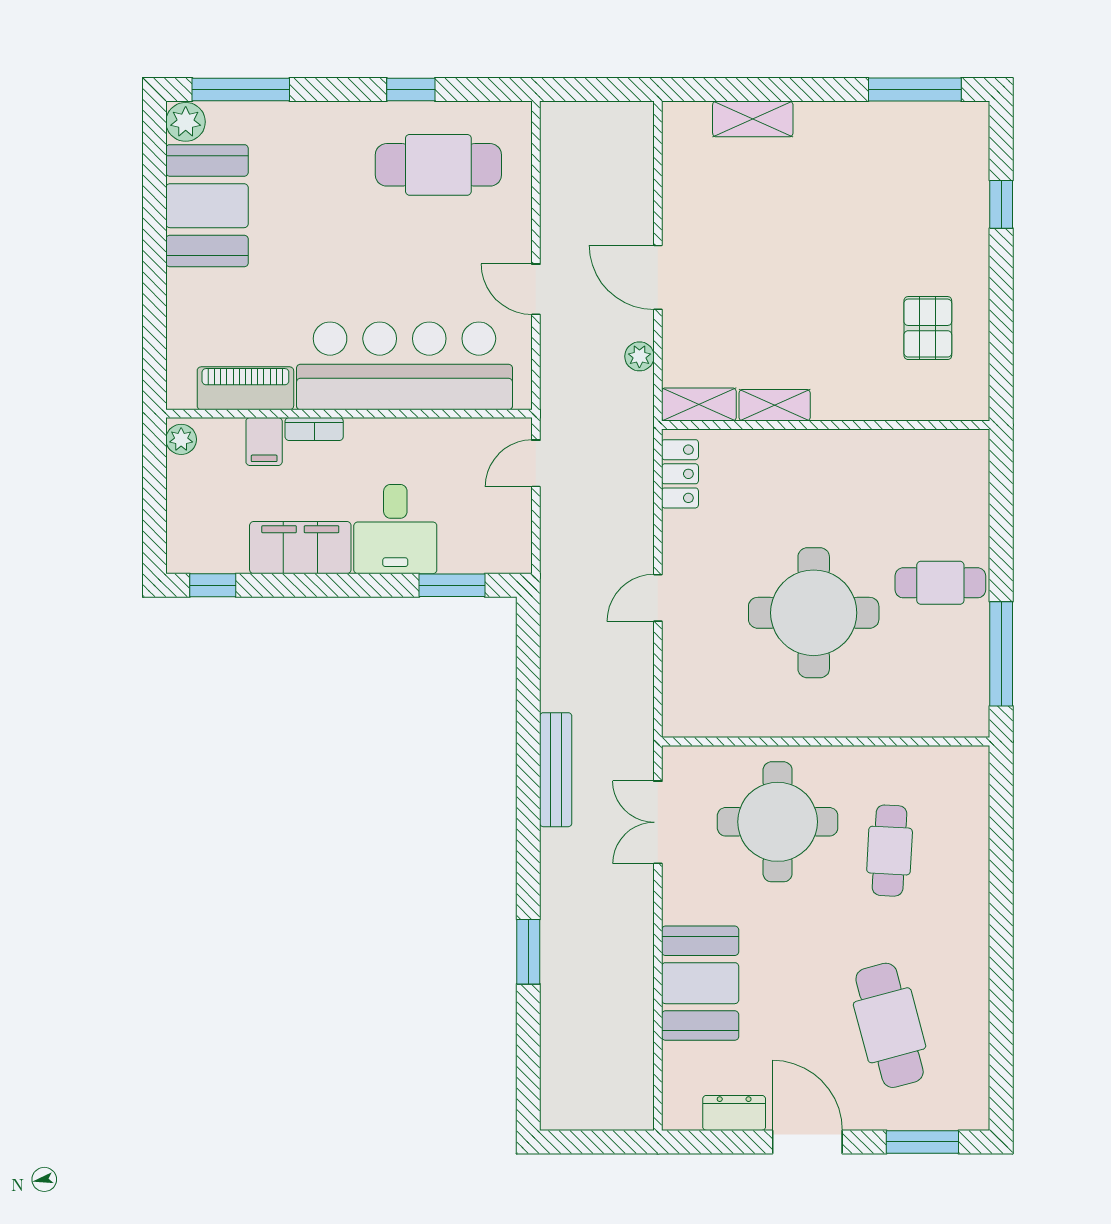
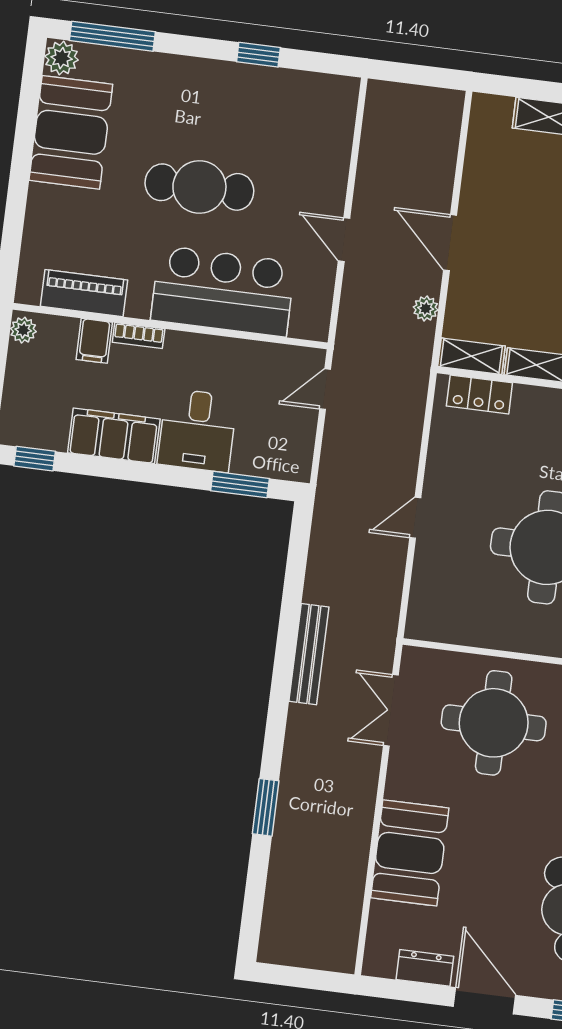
cafe table: (438, 165) -> (199, 187), moved
bar counter: (404, 366) -> (223, 291), width x0.73
locker: (680, 474) -> (479, 394), moved, turned 90

